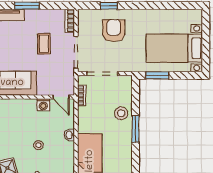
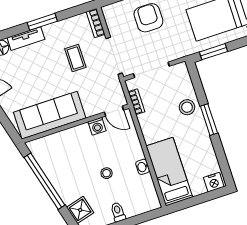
washbasin: (69, 135) -> (143, 167), moved

